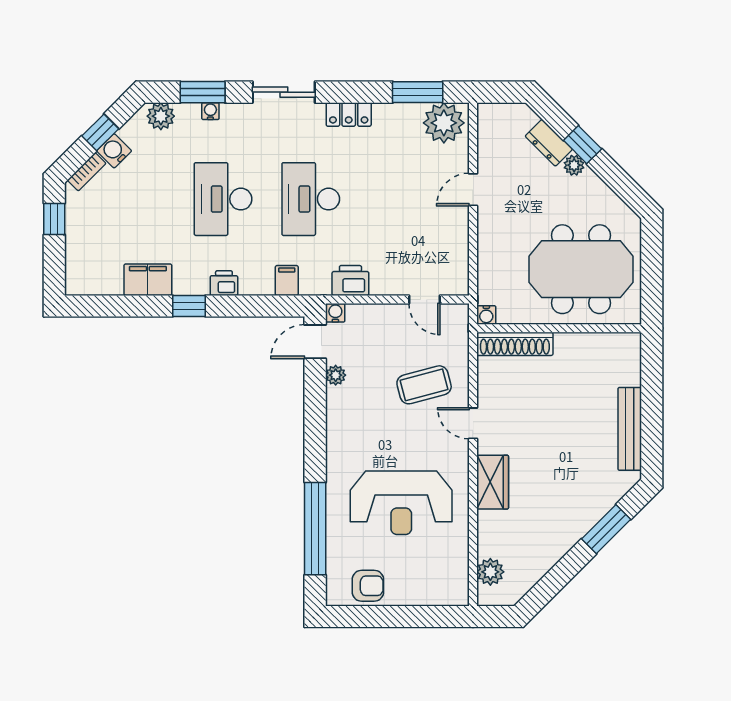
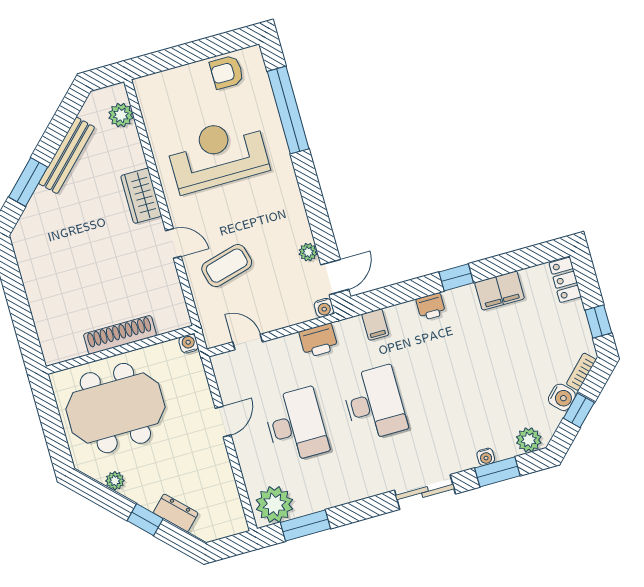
locker: (349, 114) -> (565, 280), moved, turned -90
plant: (574, 165) -> (115, 481), moved
door: (473, 190) -> (223, 422), moved
desk: (223, 199) -> (296, 425), moved
shoe rack: (515, 344) -> (120, 335), moved
bench: (630, 429) -> (67, 155), moved, turned 45

